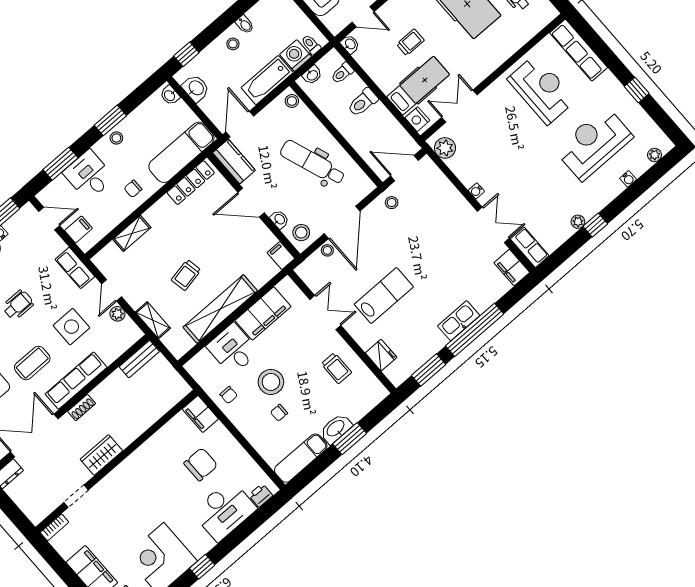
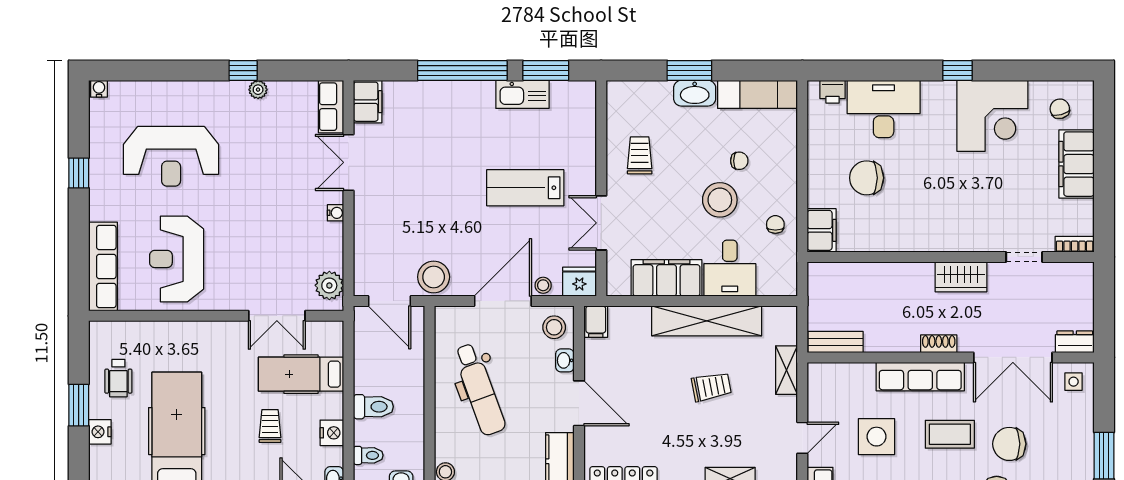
trolley: (410, 42) -> (270, 426), turned 90
nightstand: (417, 119) -> (332, 433), moved
plant: (655, 155) -> (119, 90), removed
water cooler: (628, 179) -> (99, 89), moved
stool: (392, 203) -> (434, 277), width x1.89, depth x1.89
plant: (117, 314) -> (817, 409), removed
kitchen sink: (459, 321) -> (522, 94), moved
fridge: (381, 355) -> (579, 282), moved, turned 90

